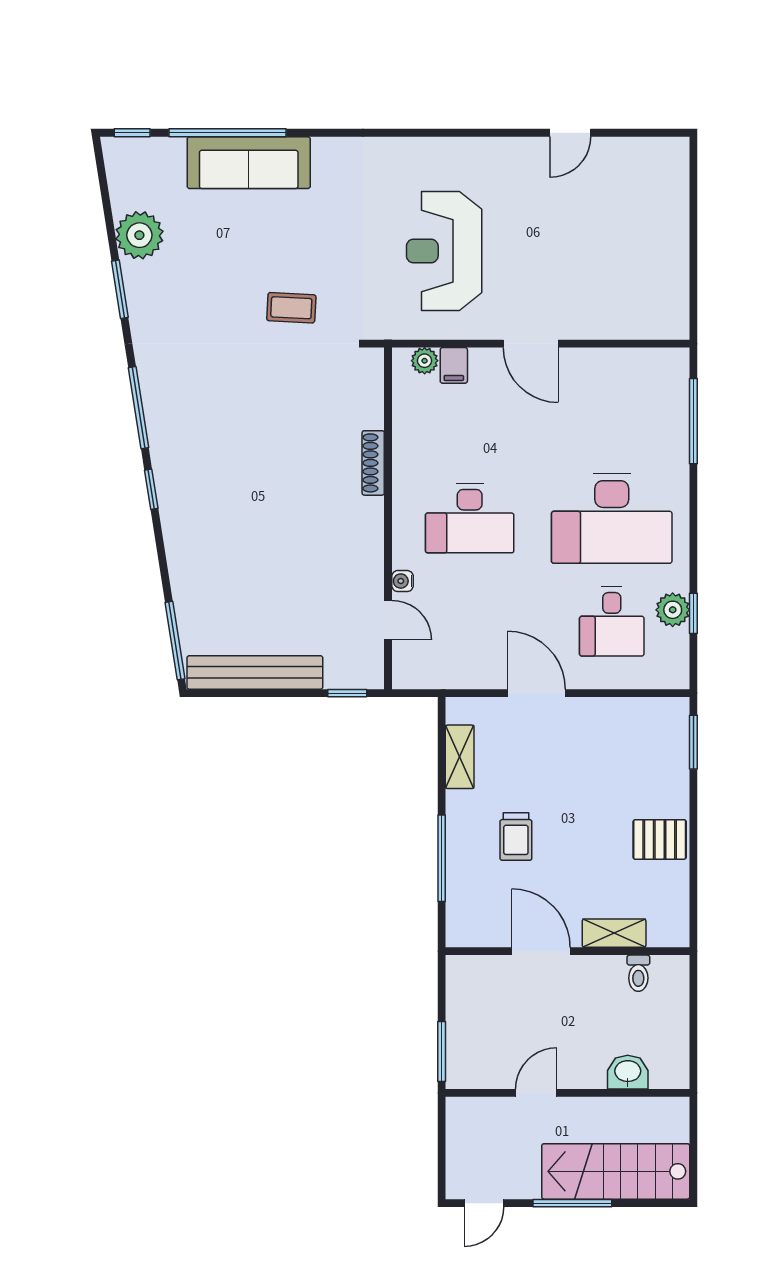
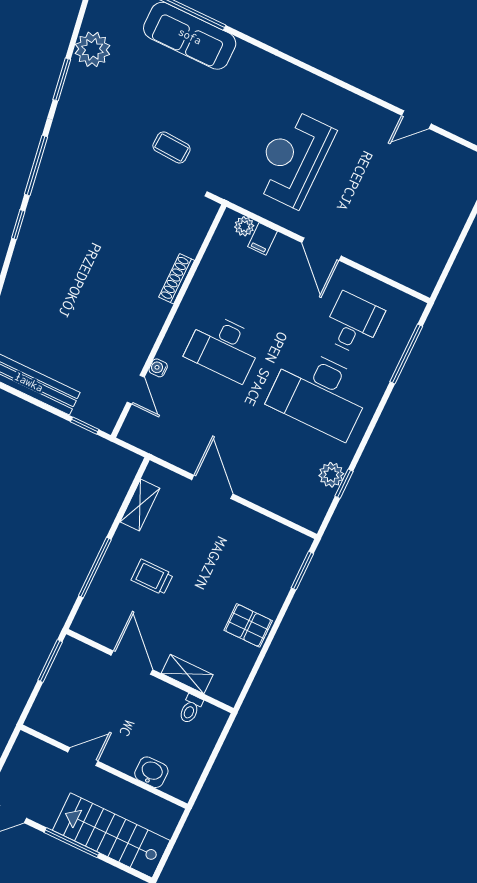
desk: (612, 622) -> (353, 324), moved, turned 180
trolley: (516, 837) -> (152, 577), turned 90
window: (442, 1052) -> (50, 661), moved

